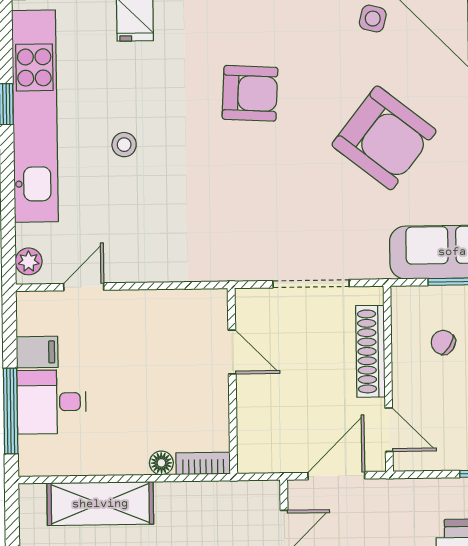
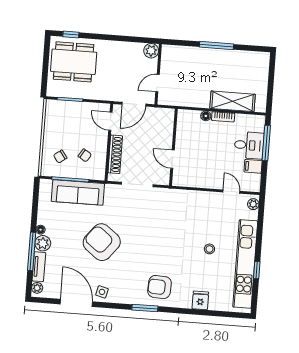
armchair: (250, 93) -> (159, 287), moved
door: (84, 287) -> (231, 192), swing flipped
bookcase: (203, 463) -> (223, 117), moved

